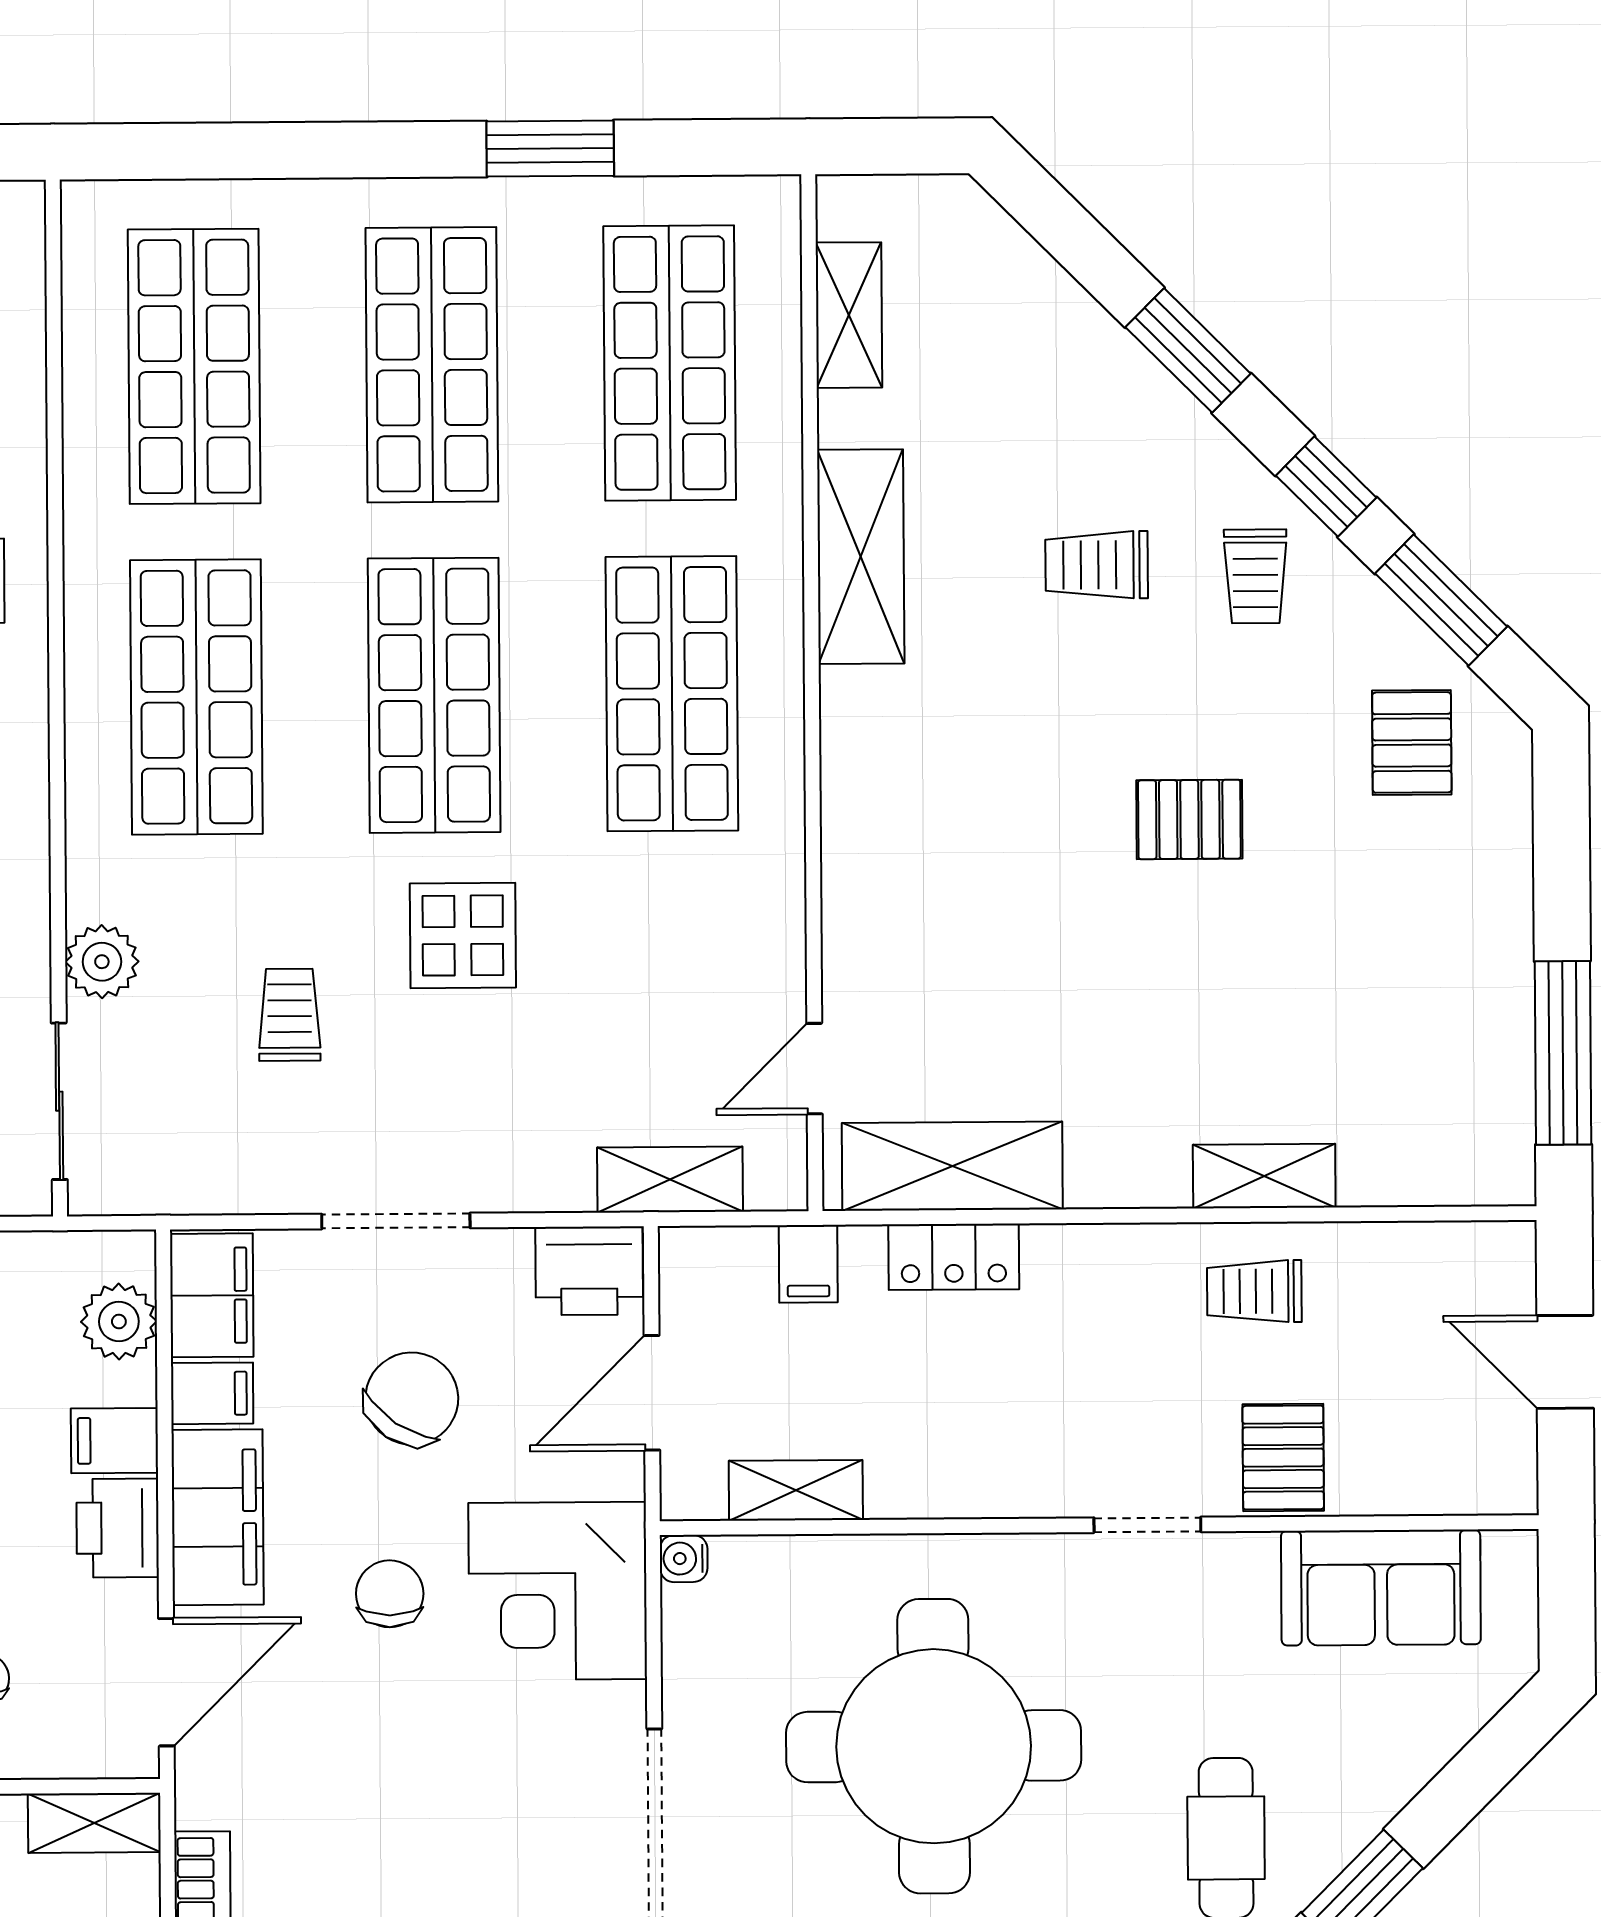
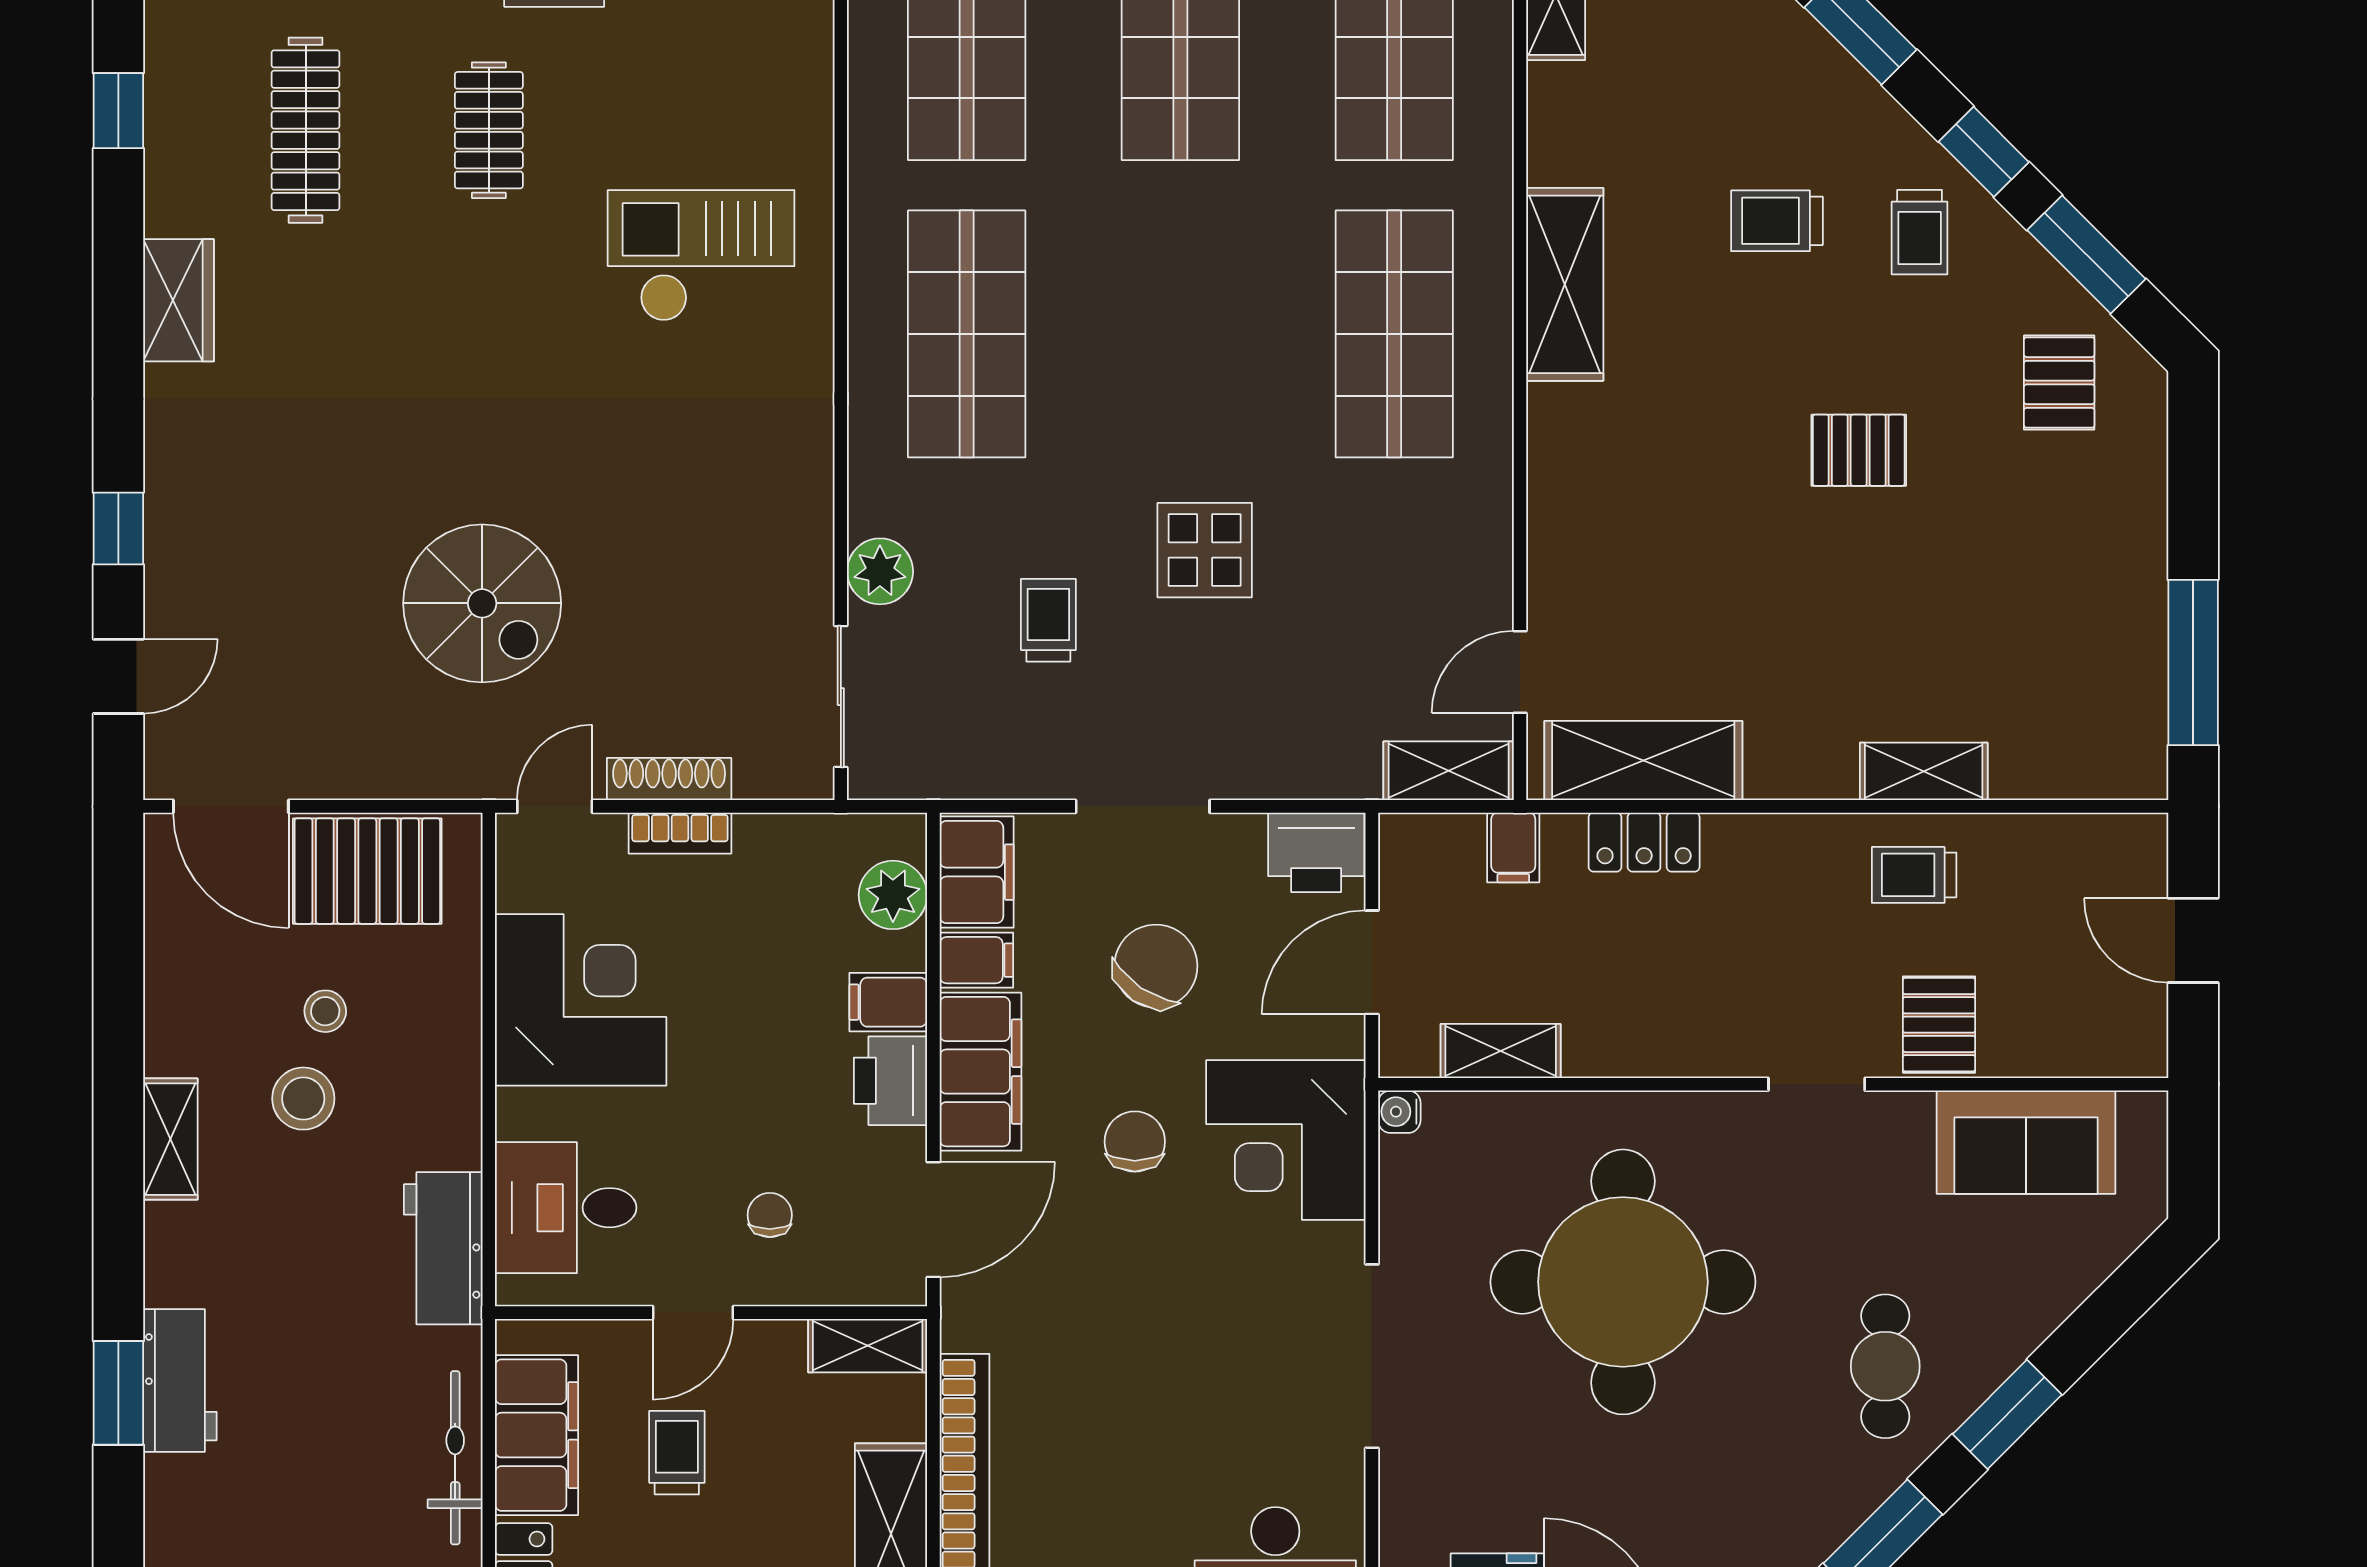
shelving: (861, 557) -> (1565, 284), moved
shop shelf: (434, 695) -> (1180, 334), removed
shelving: (670, 1180) -> (1449, 771), moved

